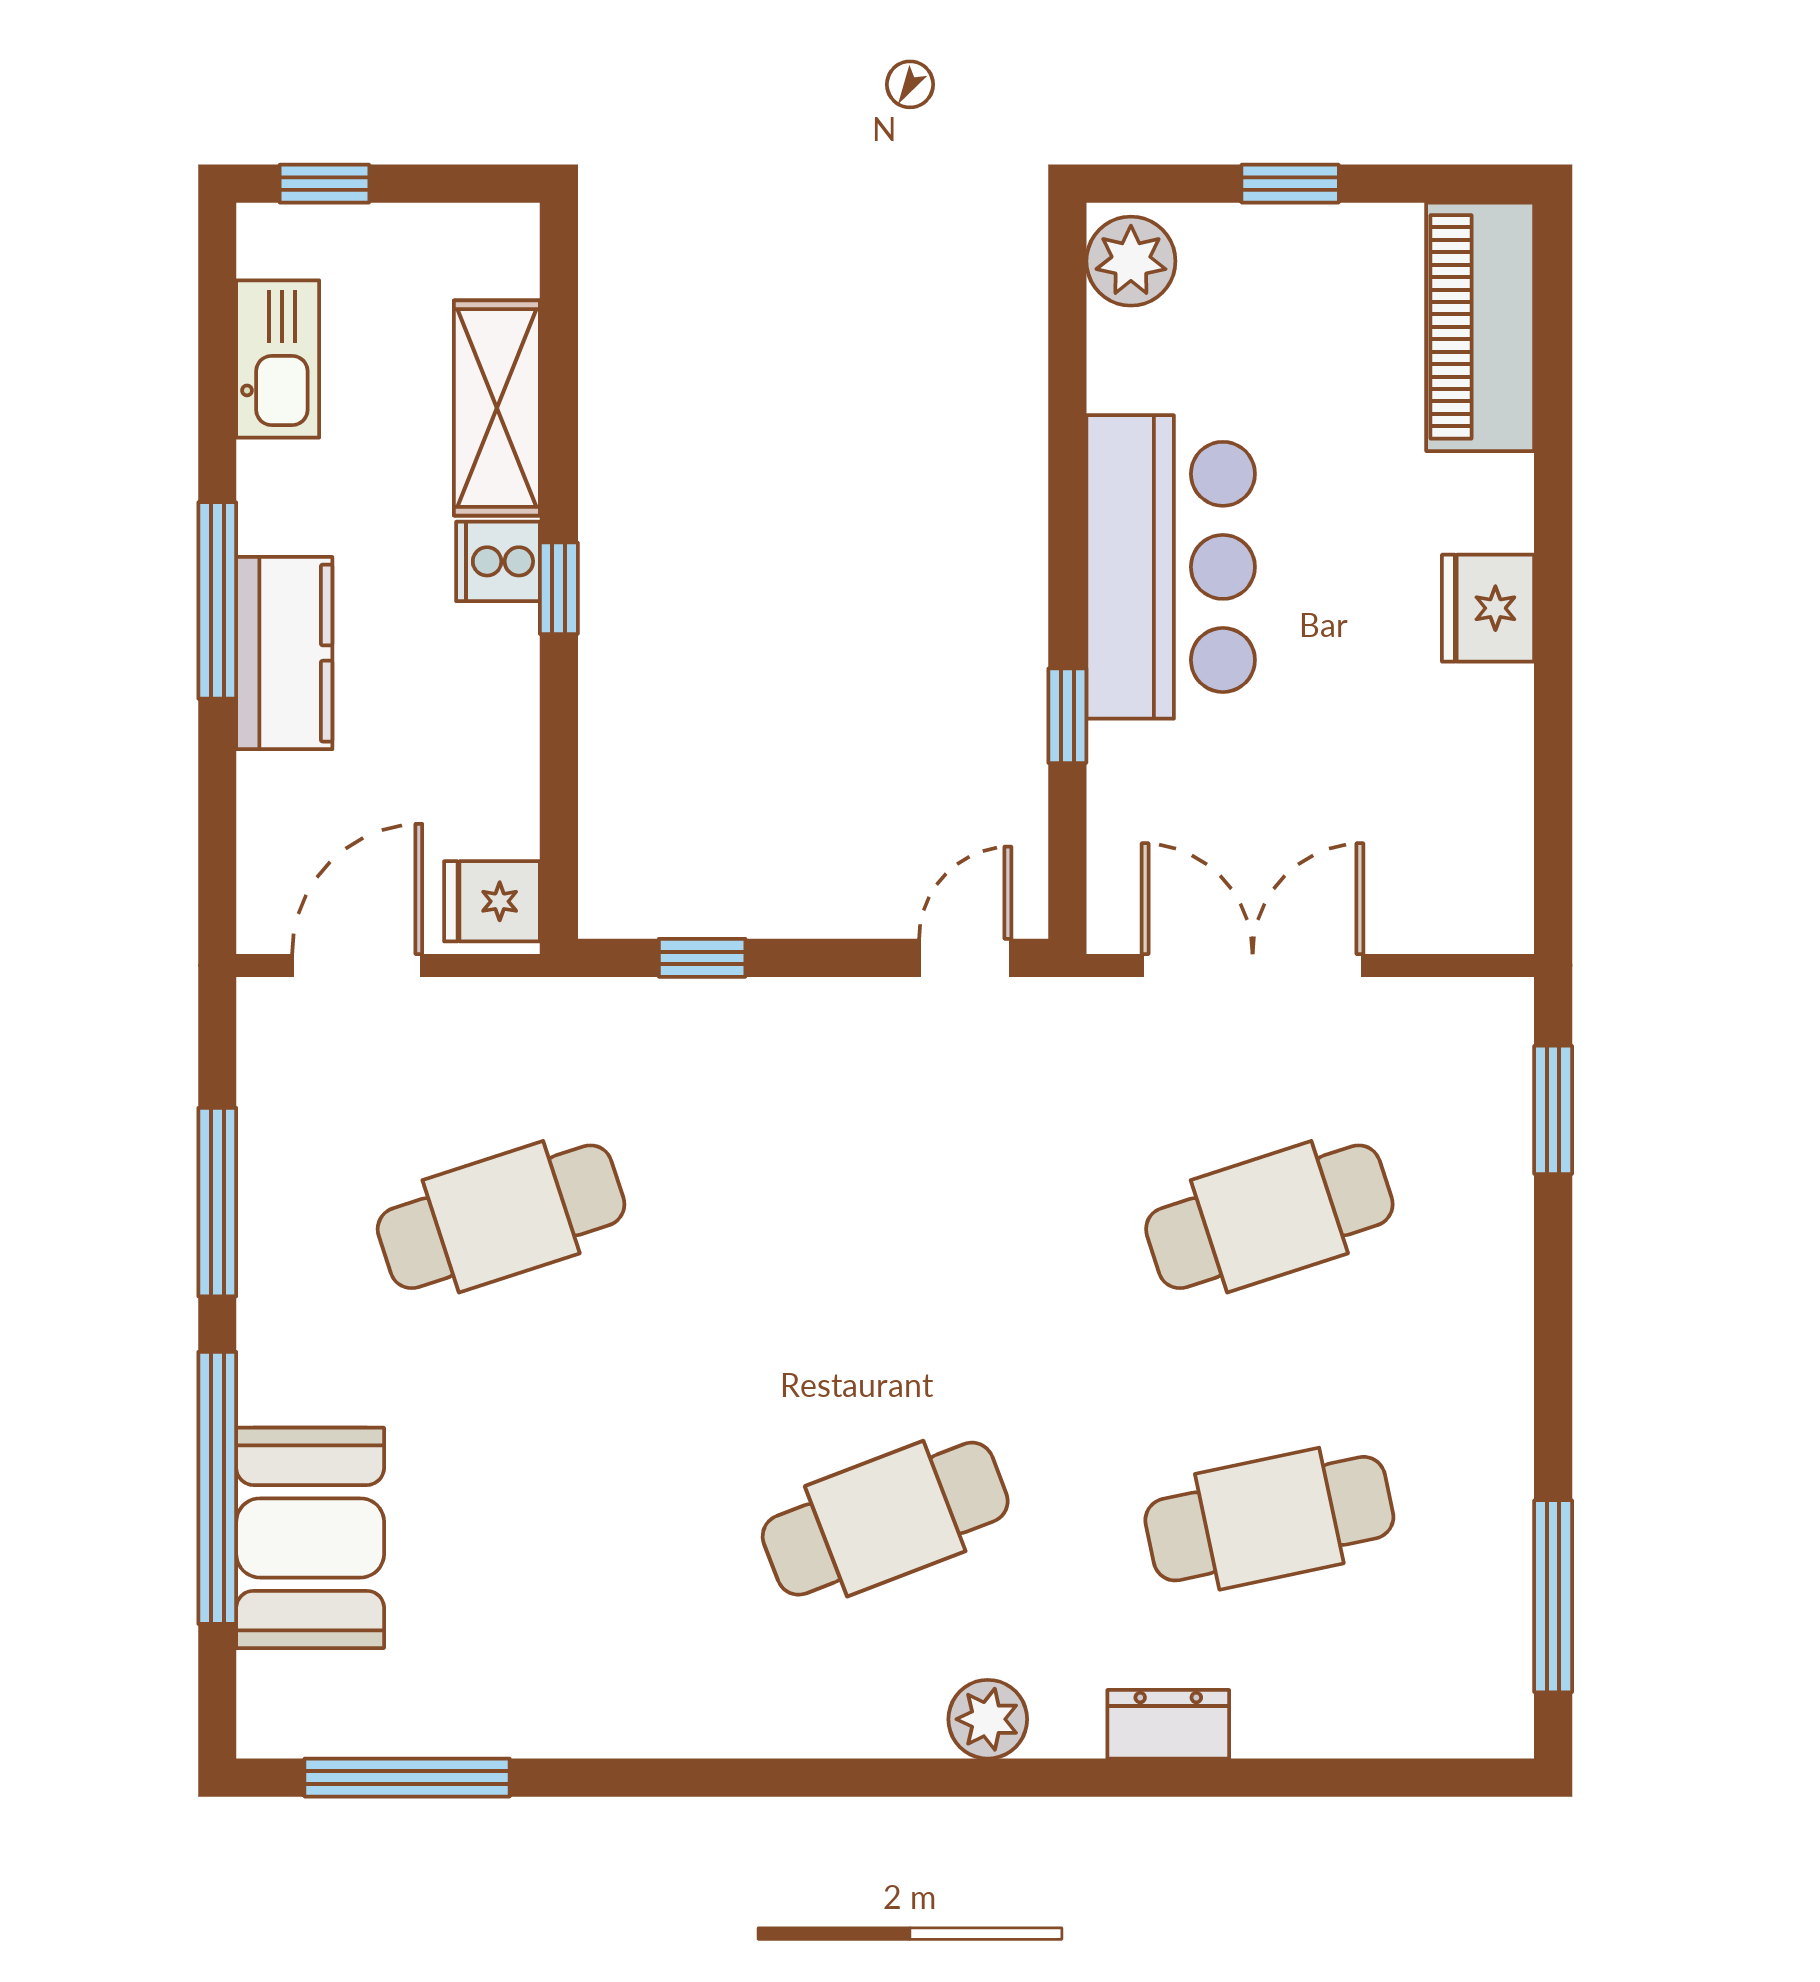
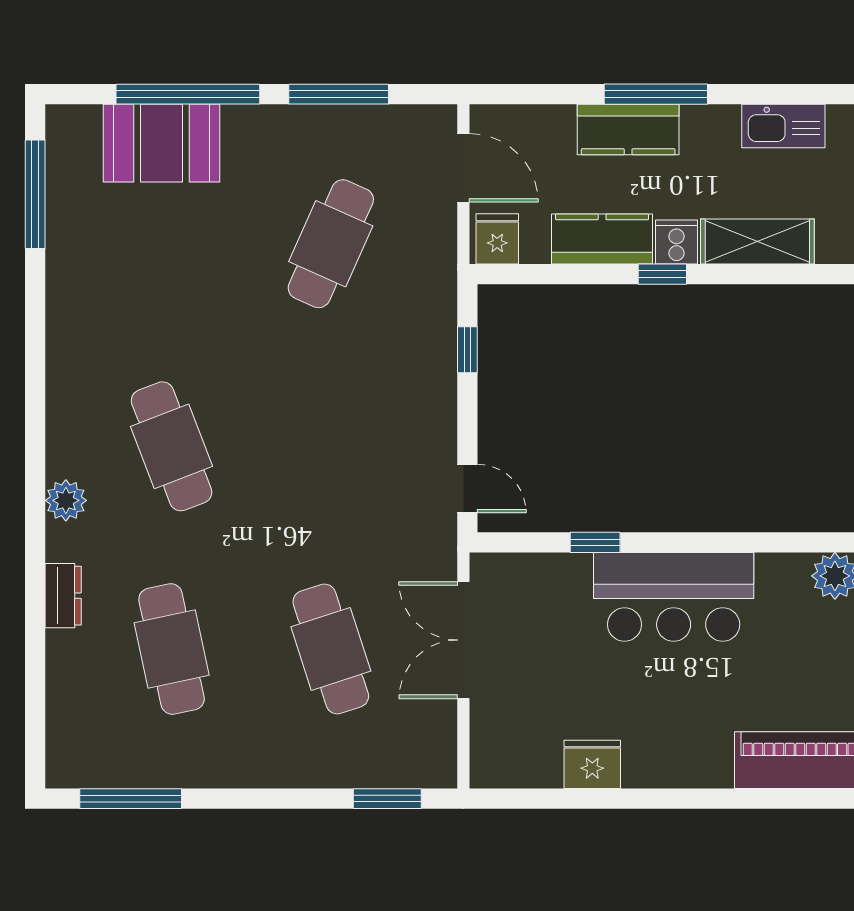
fridge: (1488, 608) -> (592, 764), moved
kitchen counter: (492, 703) -> (602, 239), added
double door: (1253, 965) -> (463, 640), swing flipped
cafe table: (501, 1217) -> (331, 244), turned 42

